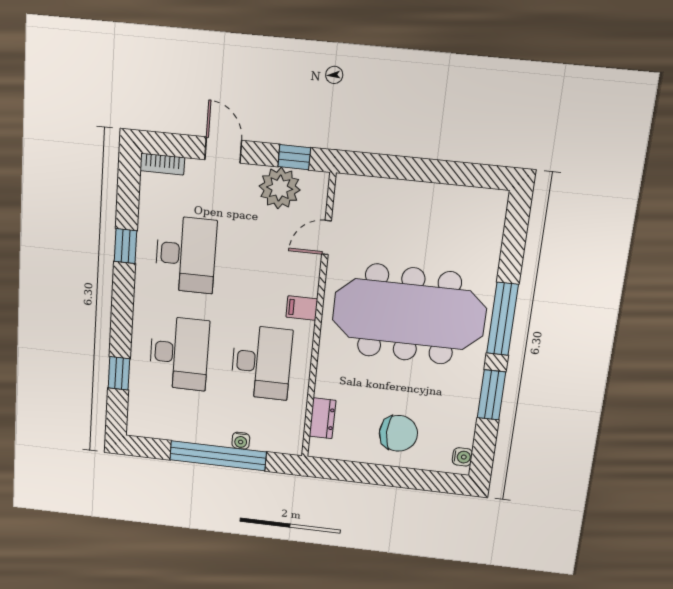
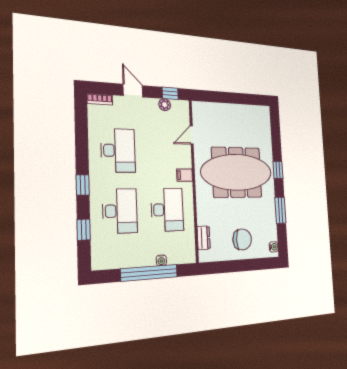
plant: (280, 188) -> (165, 105), width x0.53, depth x0.53
window: (125, 246) -> (83, 185), moved
window: (503, 319) -> (278, 170), width x0.46

